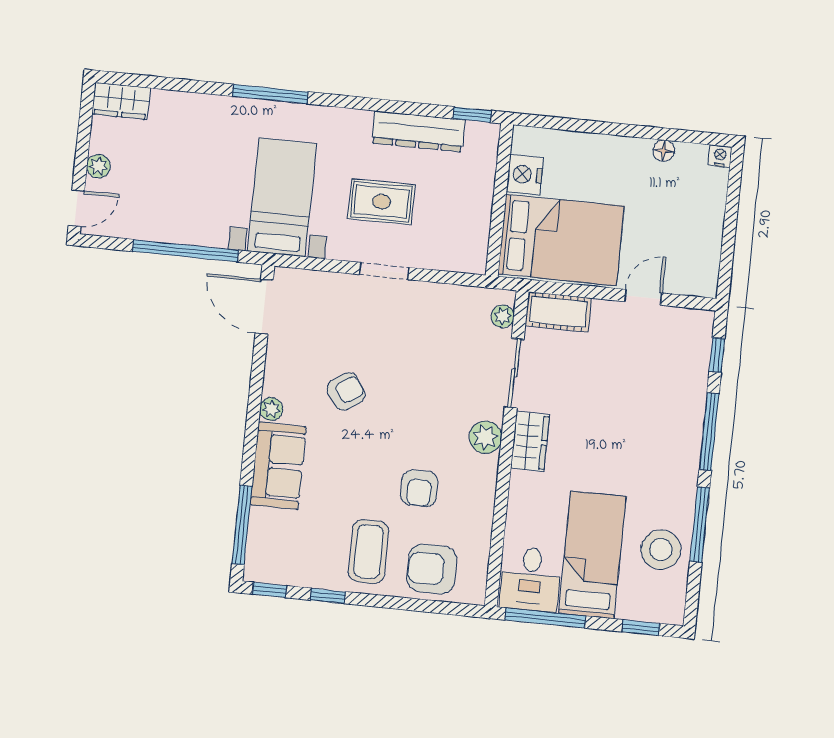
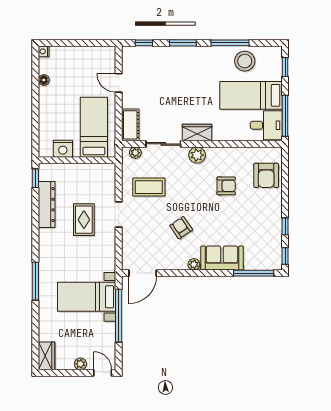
bed with nightstands: (282, 197) -> (87, 297), moved
bed: (561, 240) -> (94, 127), width x0.67
window: (709, 432) -> (183, 43), width x0.69
coffee table: (369, 551) -> (149, 187), moved

